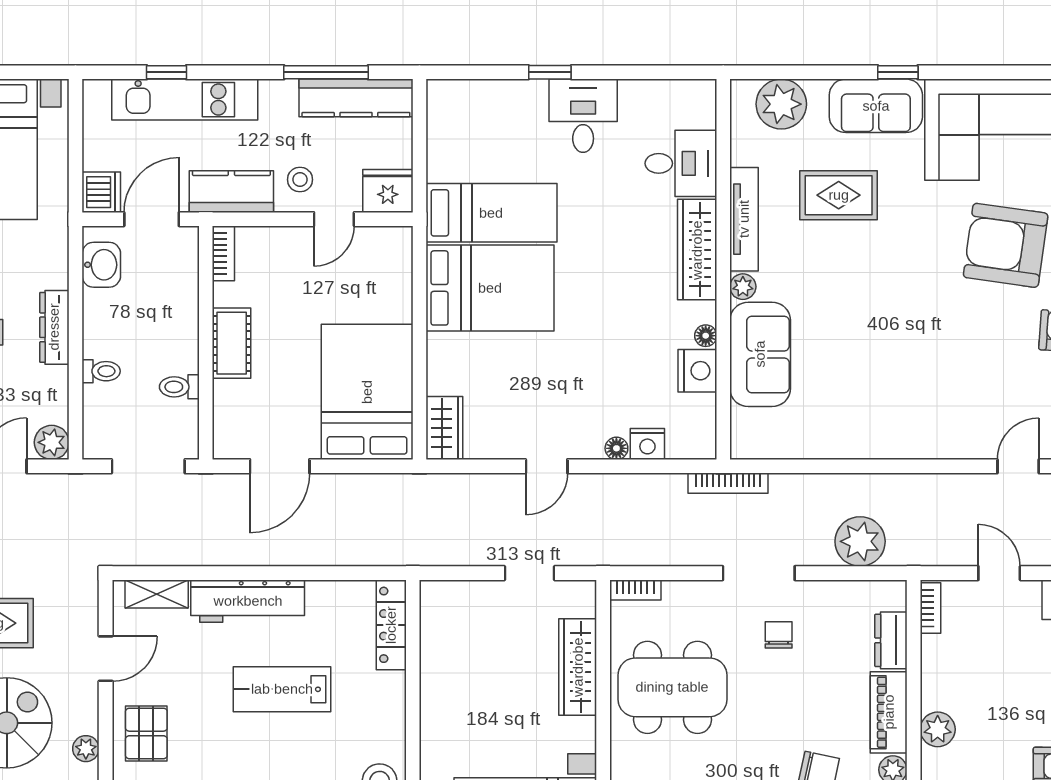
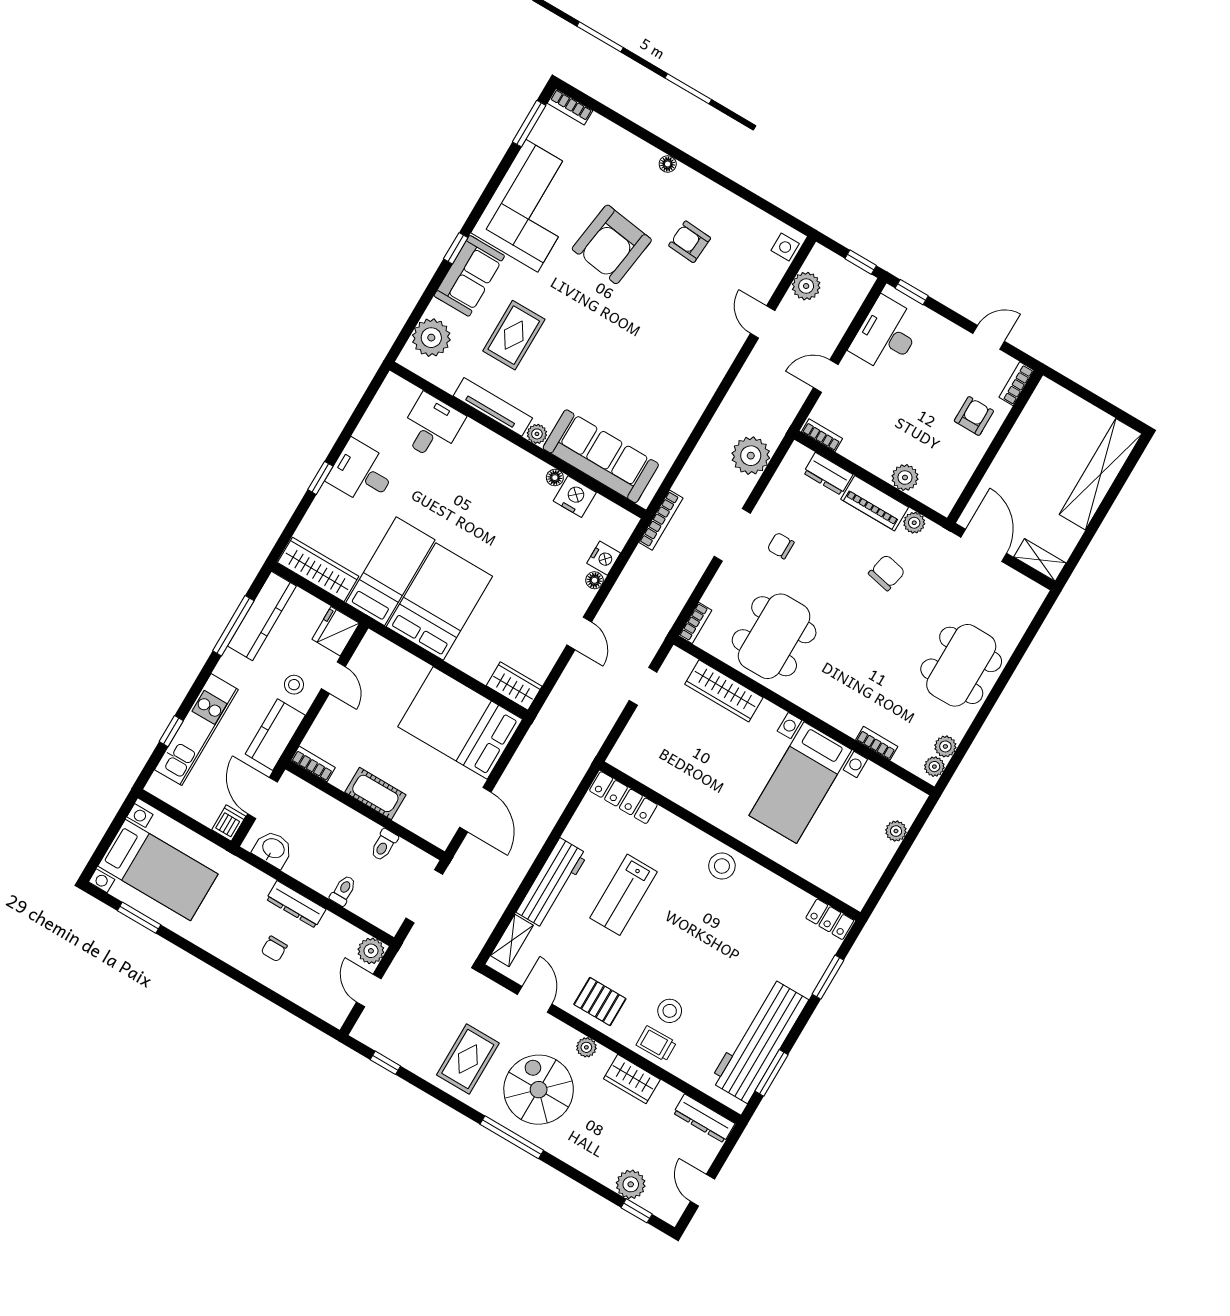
dishwasher: (101, 192) -> (229, 823), width x0.73
wardrobe: (697, 250) -> (318, 569), moved, turned 180
sofa: (760, 354) -> (601, 456), width x1.36

